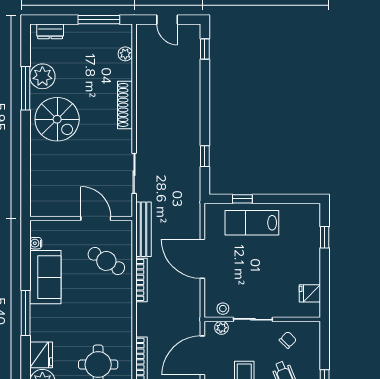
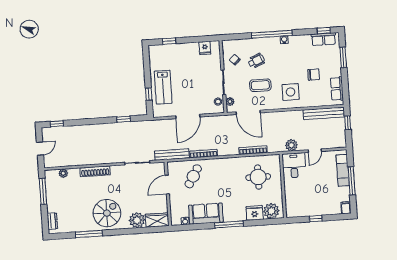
plant: (42, 76) -> (137, 220), moved
wardrobe: (40, 199) -> (157, 220), added

